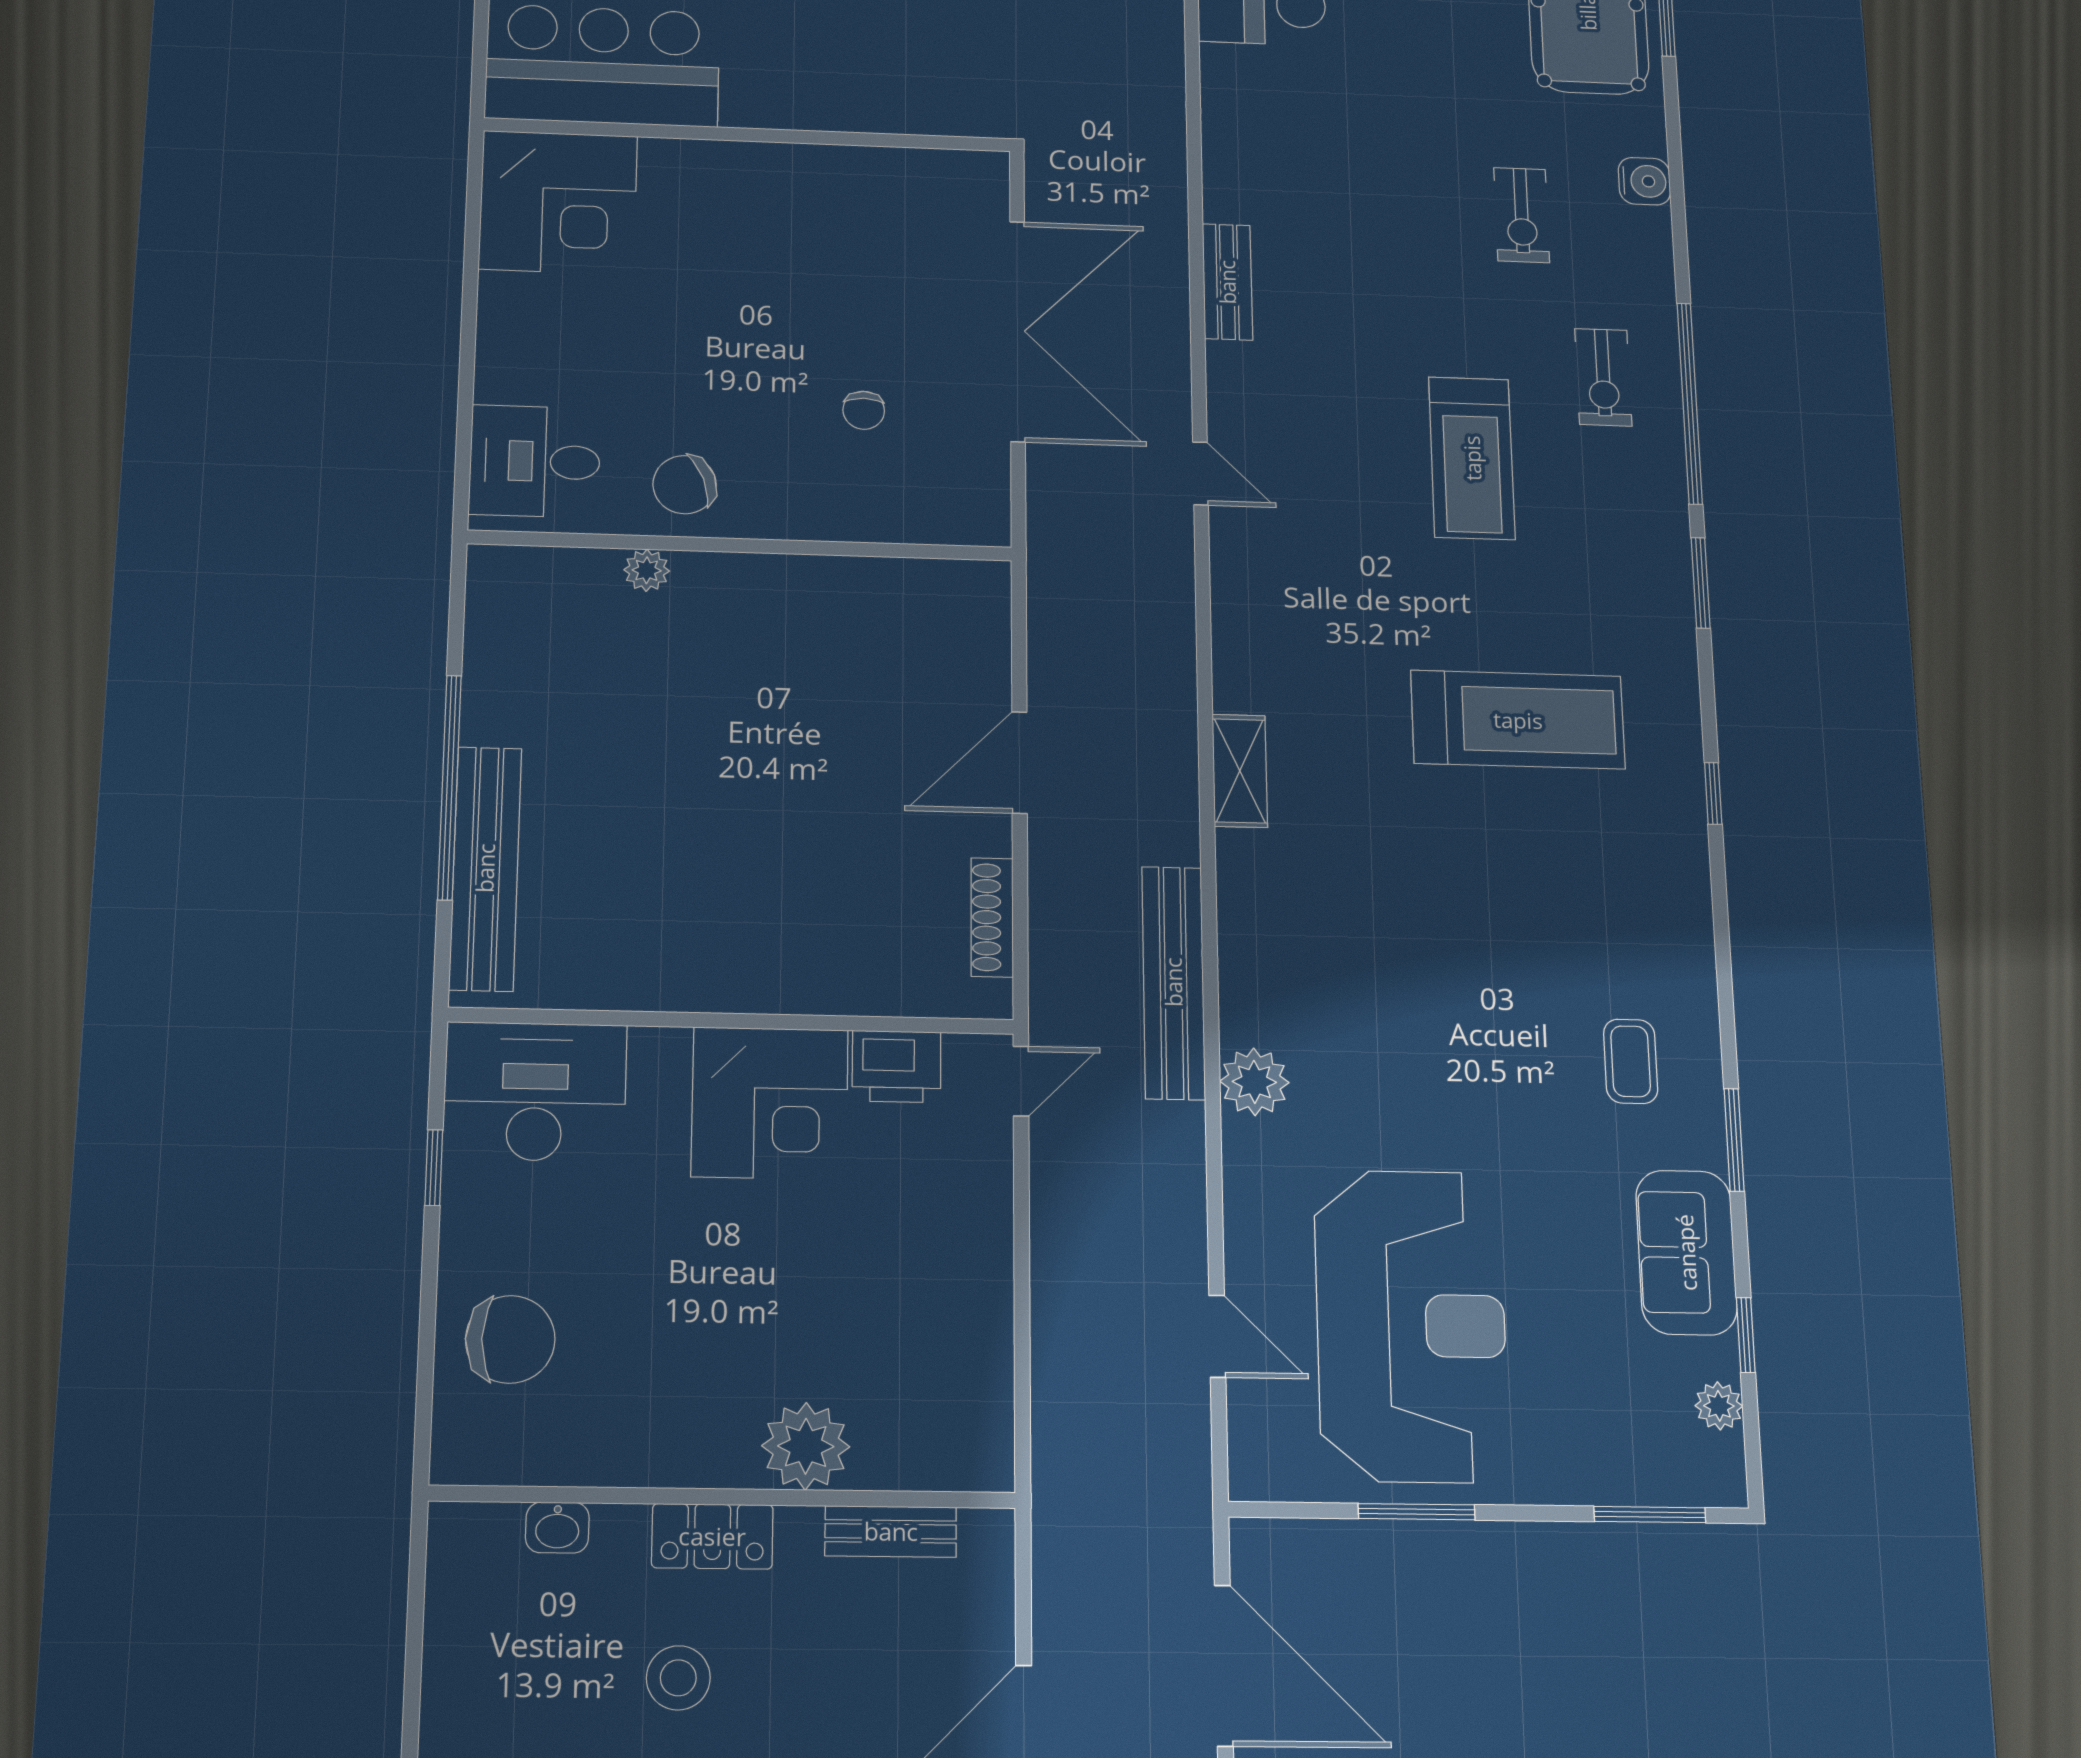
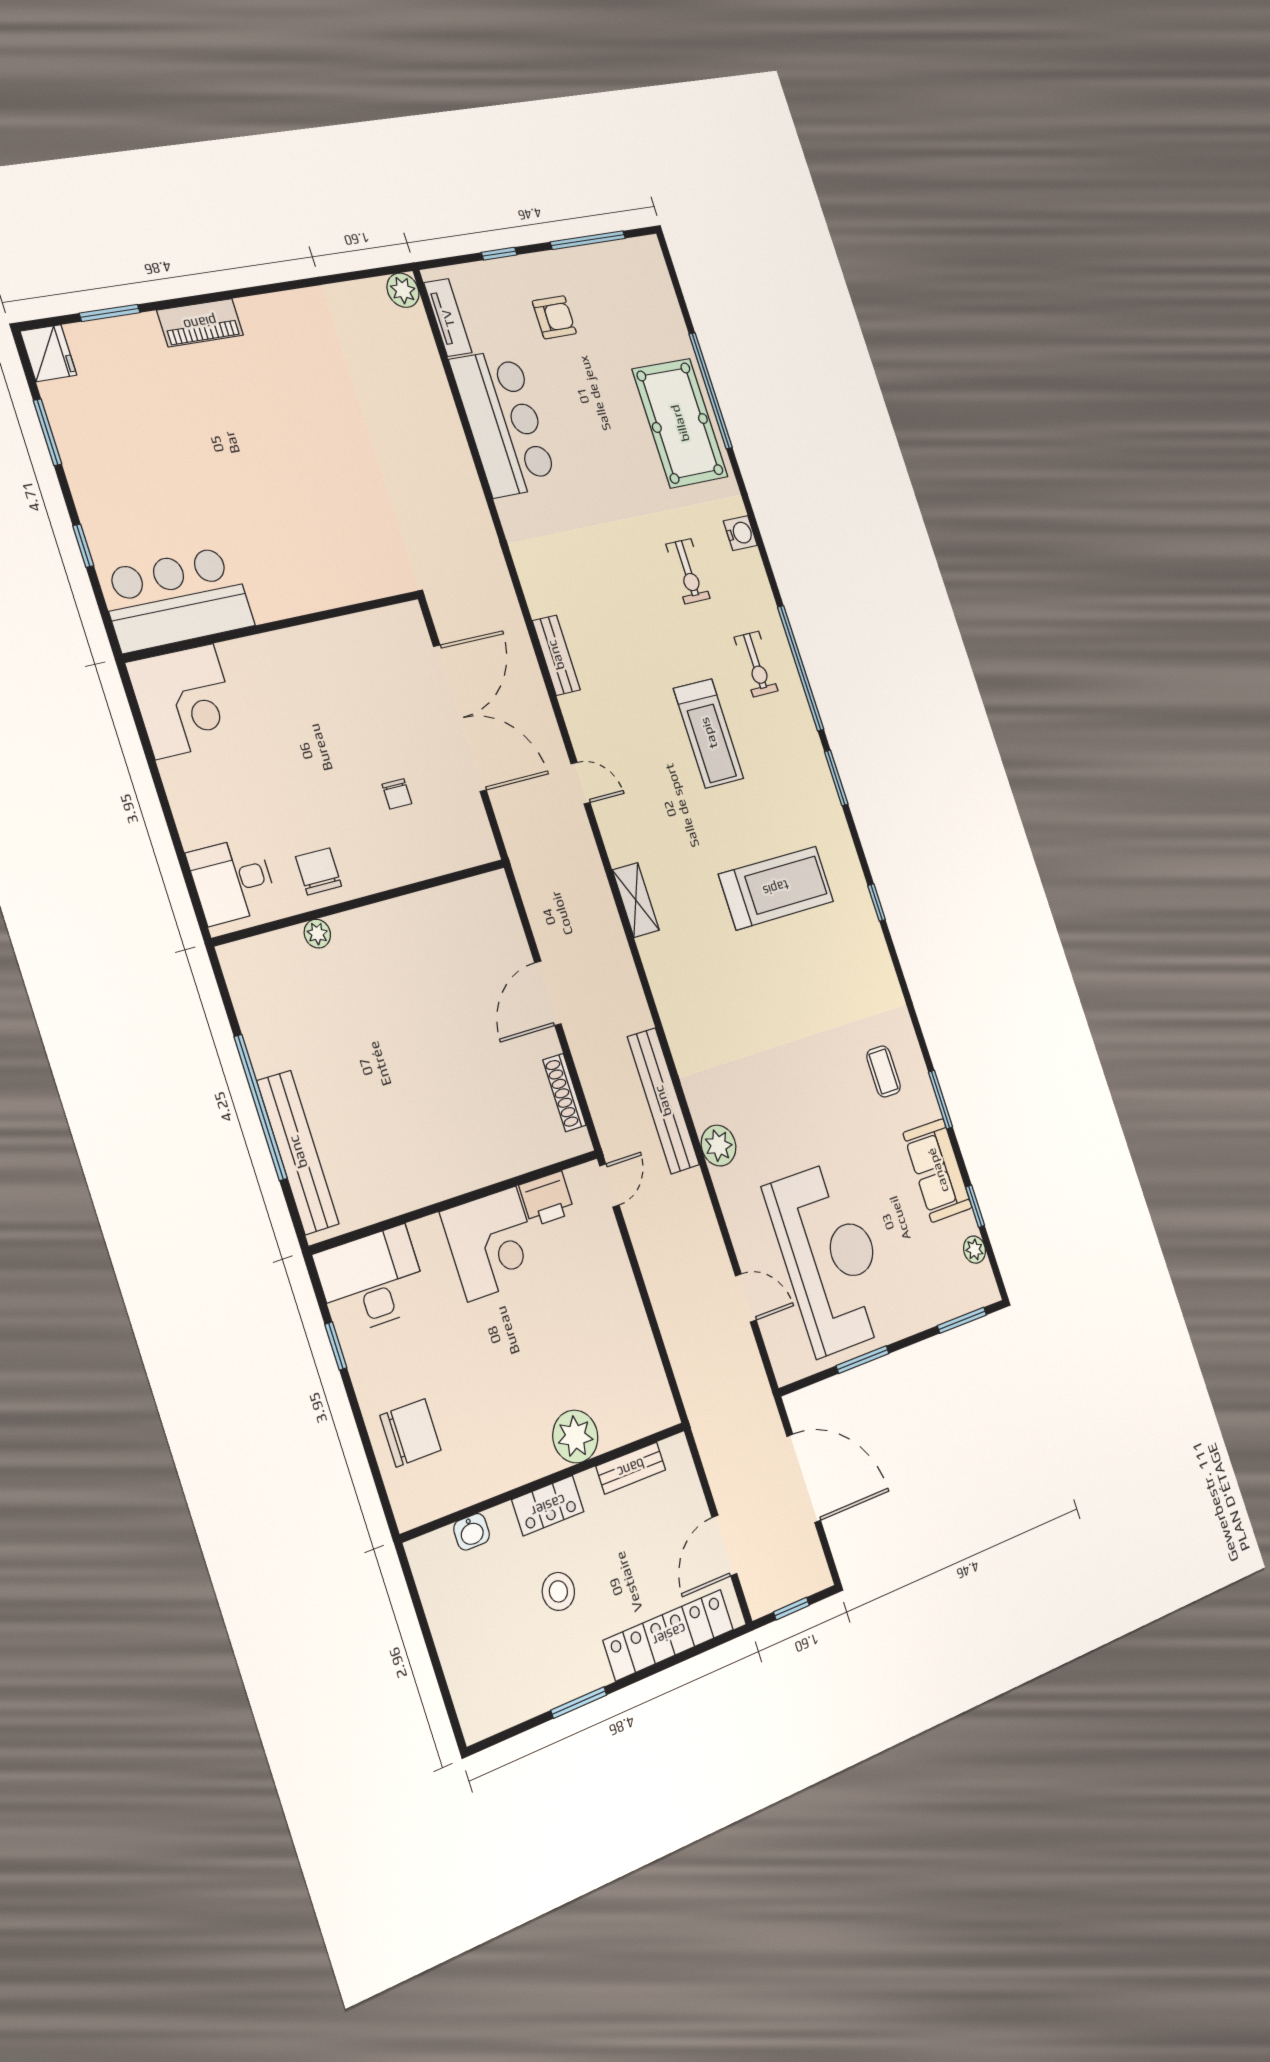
chair: (685, 485) -> (319, 871), turned 111
shelving: (1240, 771) -> (636, 900), moved

